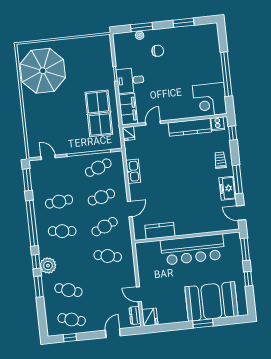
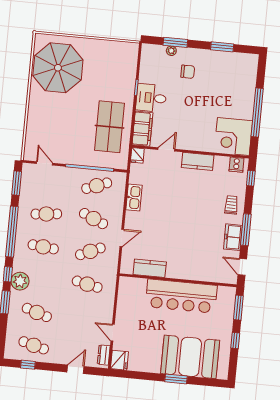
kitchen counter: (190, 127) -> (198, 161), width x0.67
cafe table: (101, 197) -> (94, 219), turned 39

